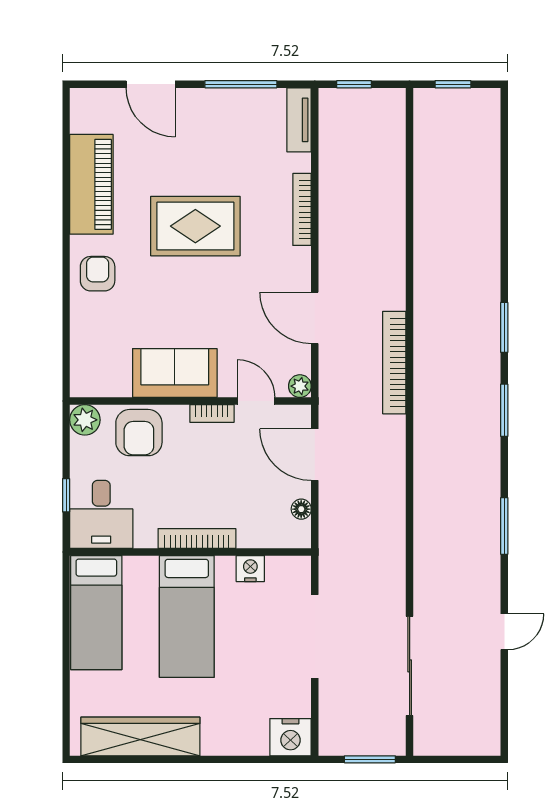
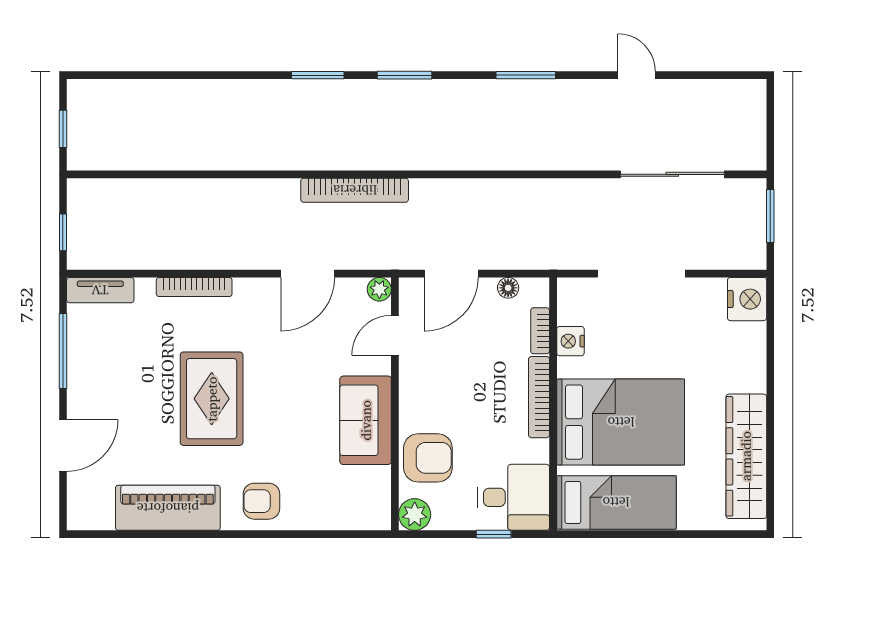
bookcase: (212, 413) -> (540, 331), moved, turned 180
bed: (187, 616) -> (621, 422), width x1.50

